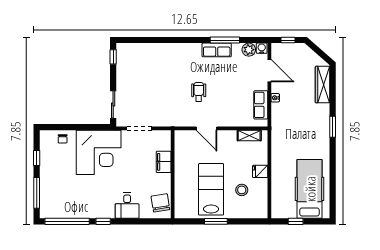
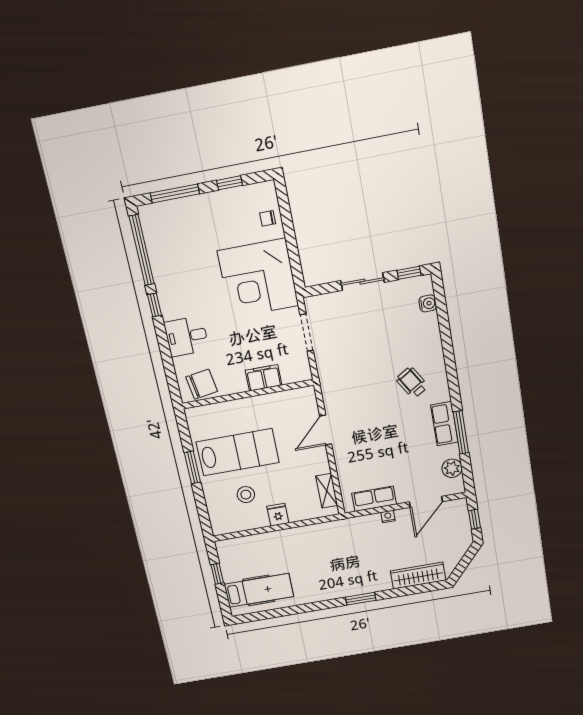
water cooler: (262, 48) -> (428, 303), moved
wheelchair: (199, 92) -> (412, 383), moved, turned -121
sliding door: (113, 104) -> (362, 282), moved
hospital bed: (310, 189) -> (259, 590), width x0.73, depth x0.78

